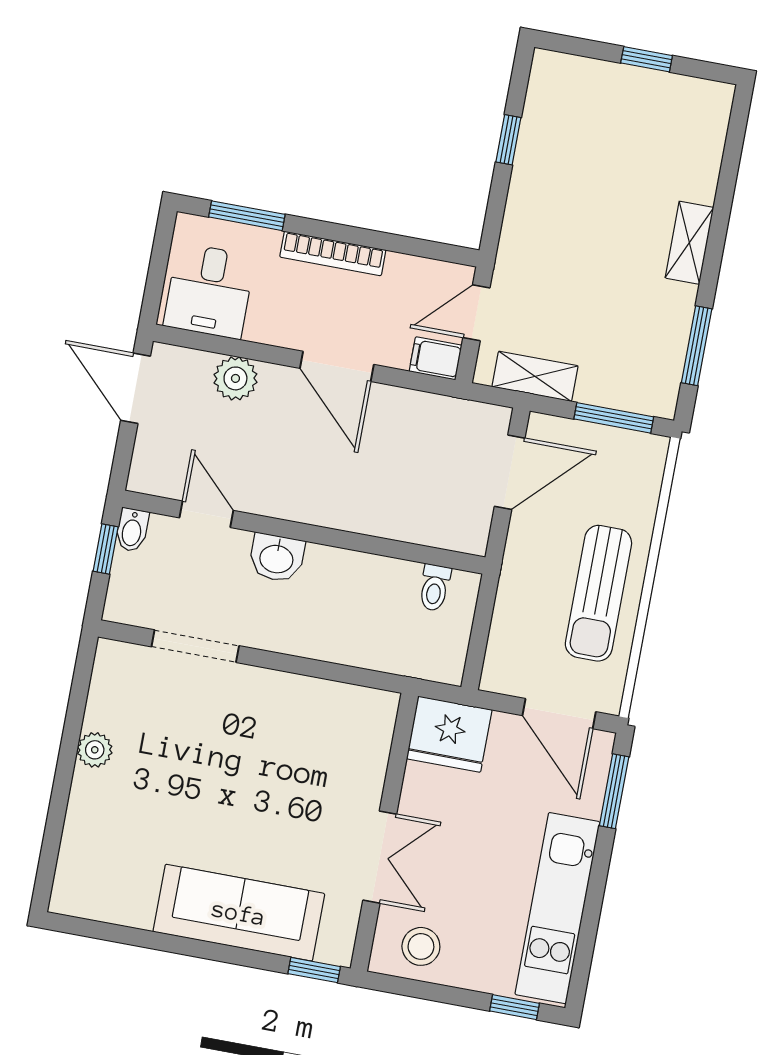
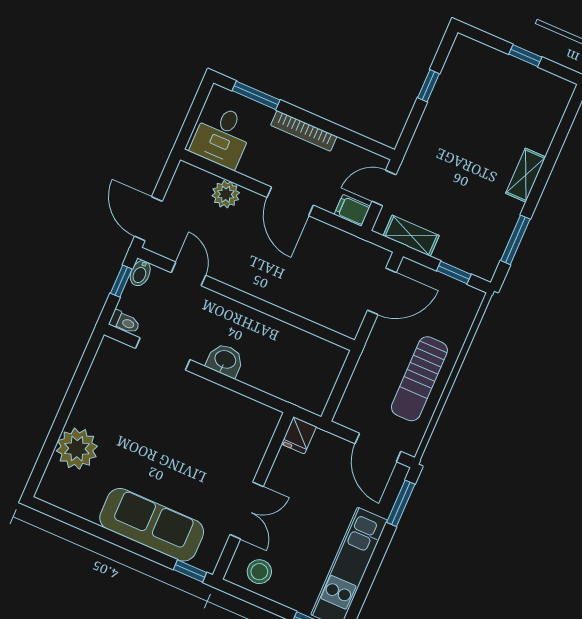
door: (135, 388) -> (148, 219), moved
window: (614, 418) -> (454, 273), width x0.67
washbasin: (277, 558) -> (225, 360), moved, turned 180
toilet: (435, 588) -> (125, 322), moved, turned -90
fridge: (449, 734) -> (299, 435), width x0.53, depth x0.75
plant: (95, 750) -> (77, 449), moved, width x1.87, depth x1.87

